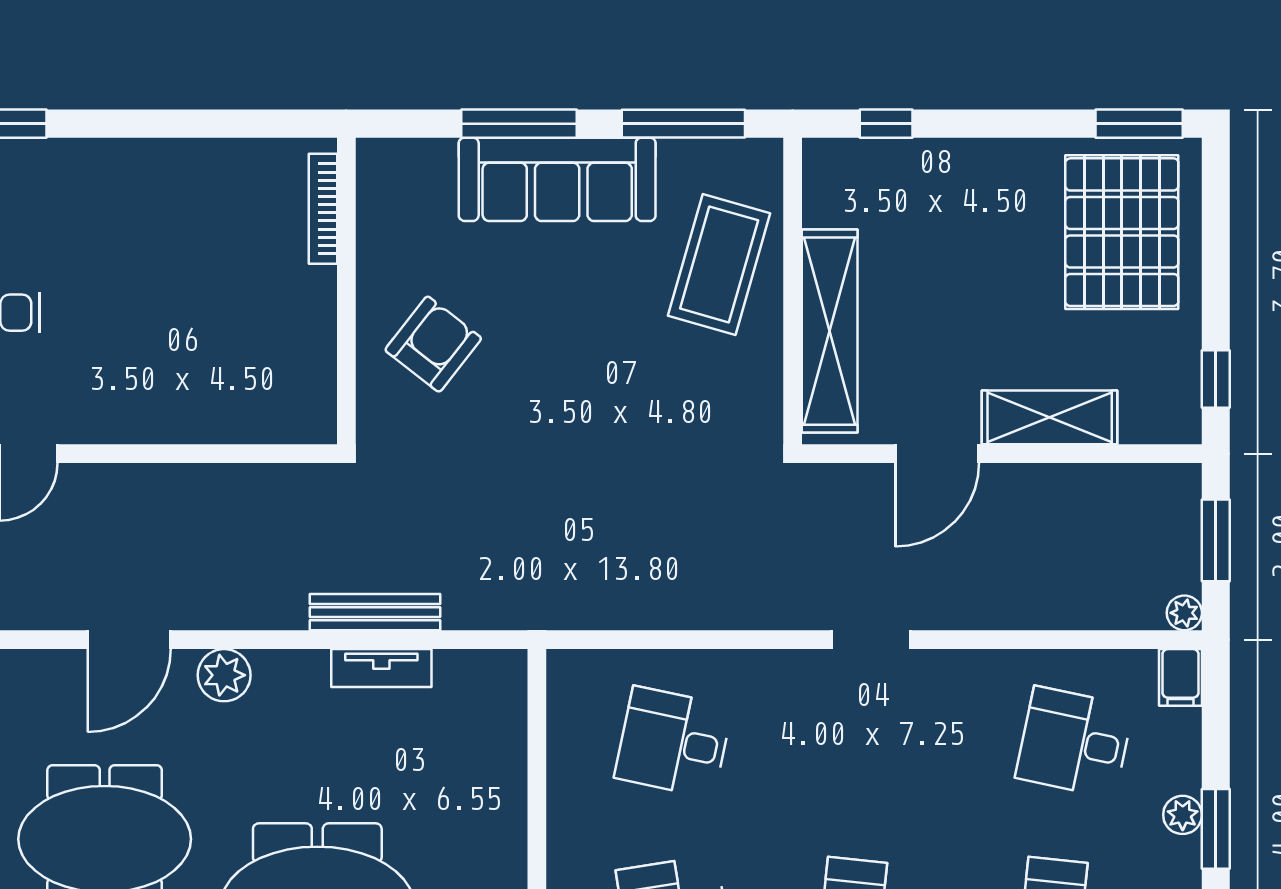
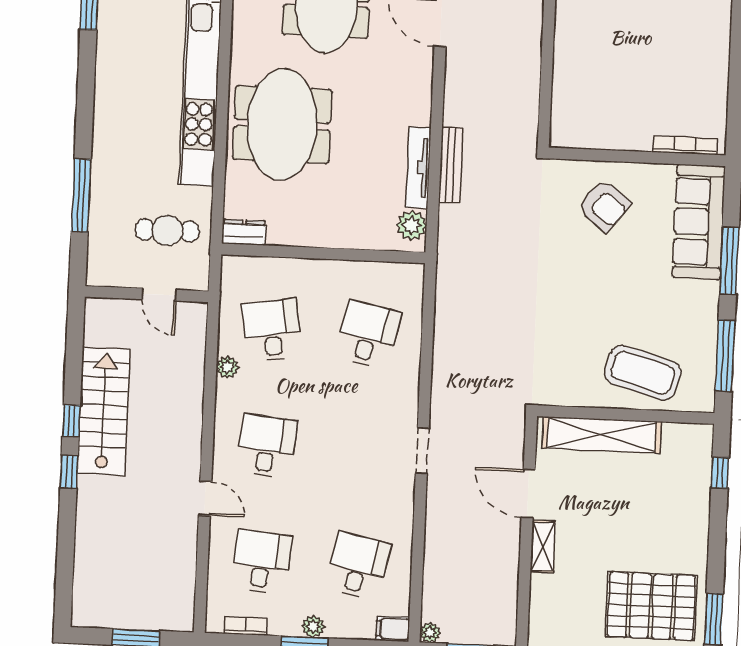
sofa: (557, 179) -> (699, 222), moved
shelving: (1050, 417) -> (543, 547), width x0.67, depth x0.75
tv unit: (381, 668) -> (418, 167), width x1.41
plant: (224, 675) -> (412, 225), moved

